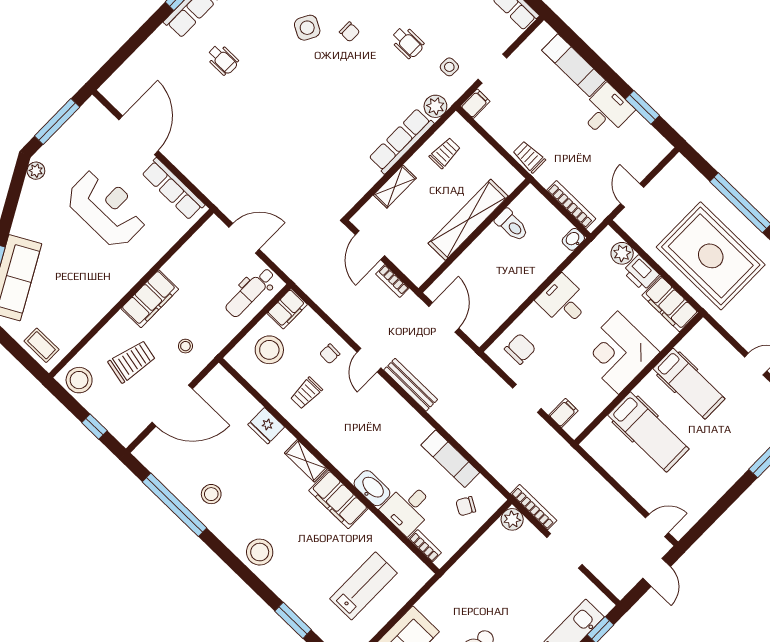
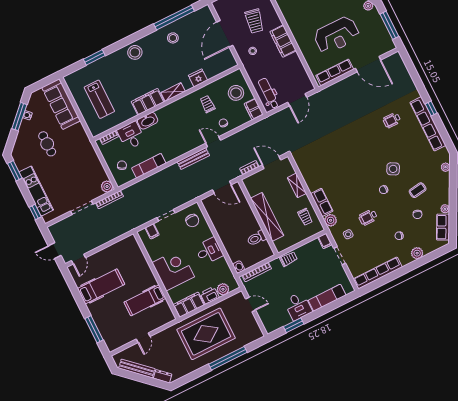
row of seats: (401, 141) -> (322, 202), width x0.68
hospital bed: (648, 432) -> (101, 286), moved, turned 180

